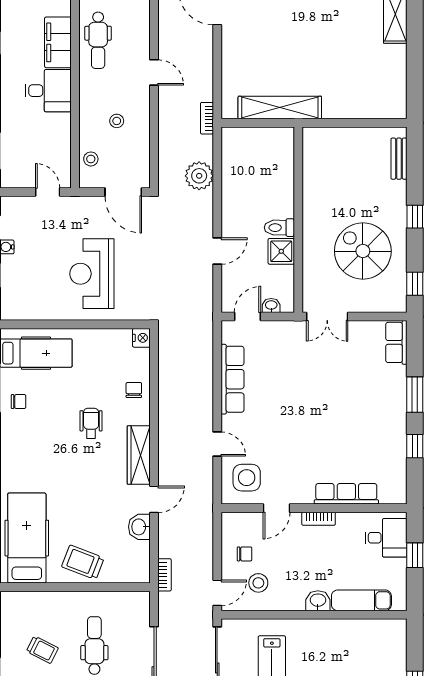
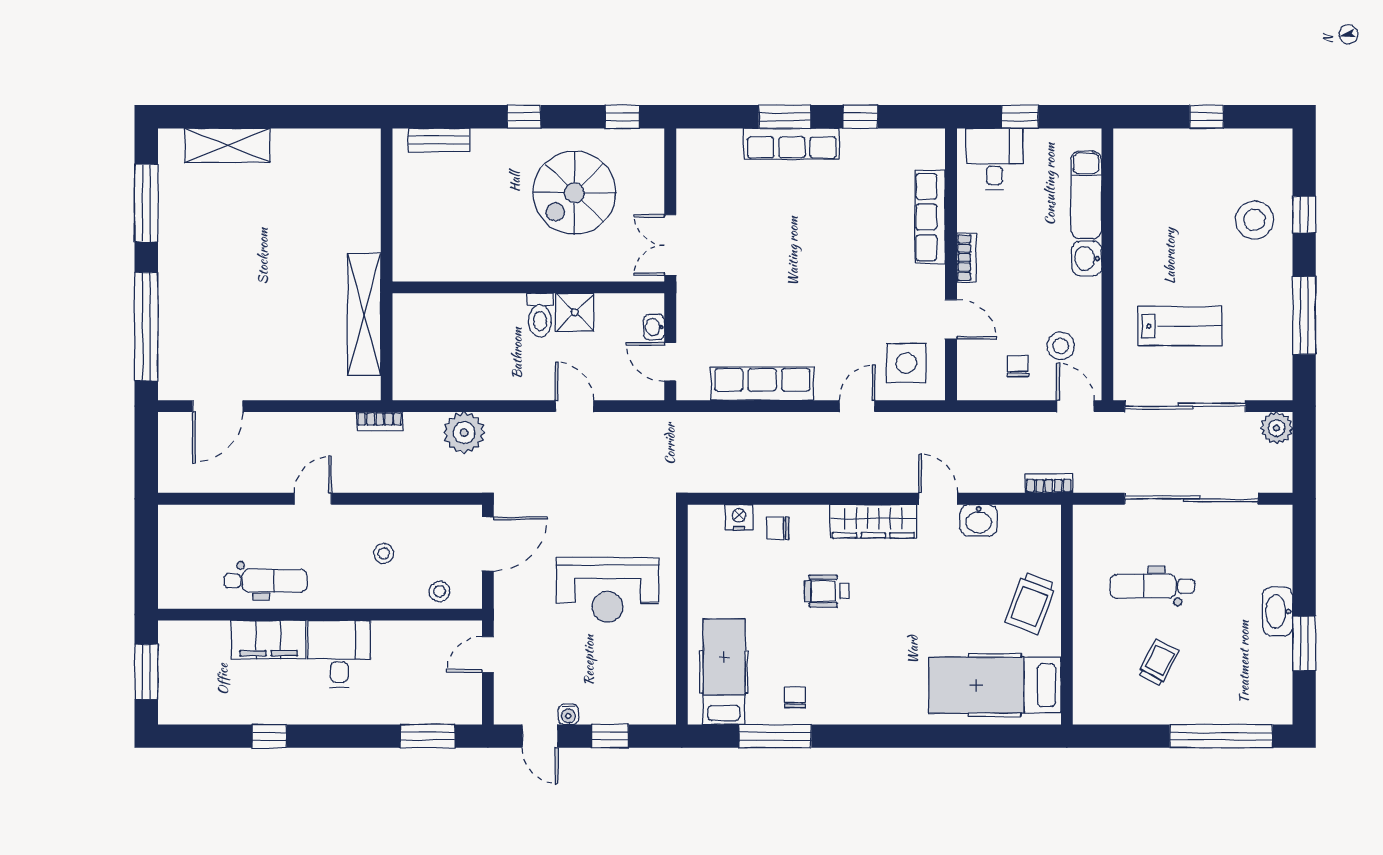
double door: (327, 316) -> (670, 245), swing flipped
nightstand: (141, 338) -> (739, 517), moved
row of seats: (396, 342) -> (792, 144), moved, width x1.48

